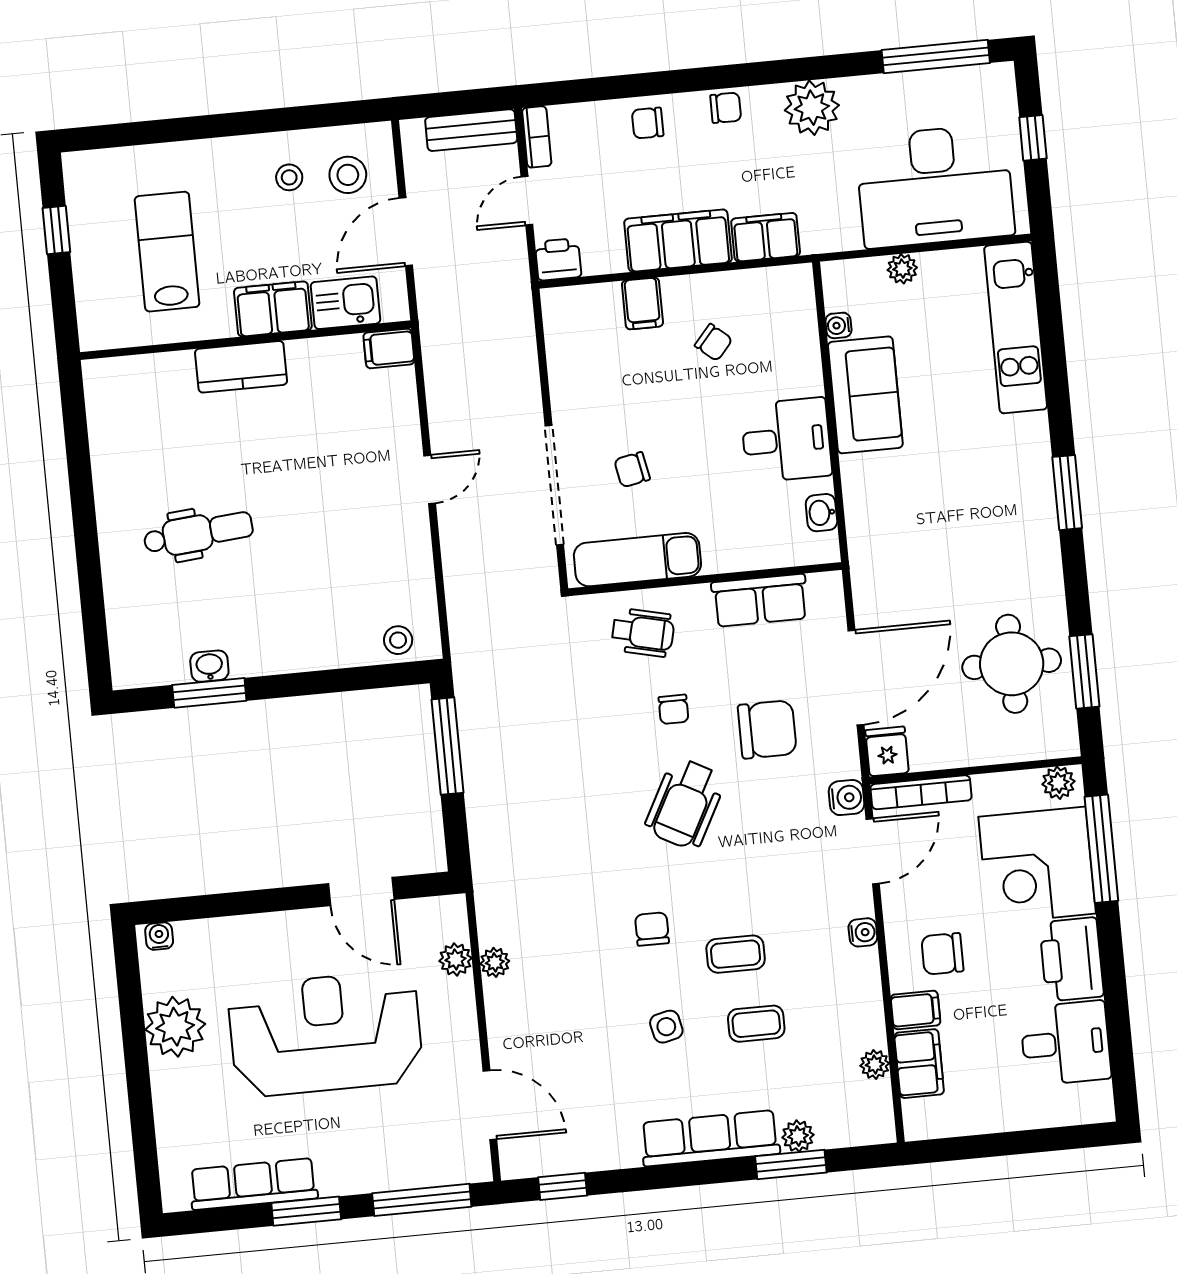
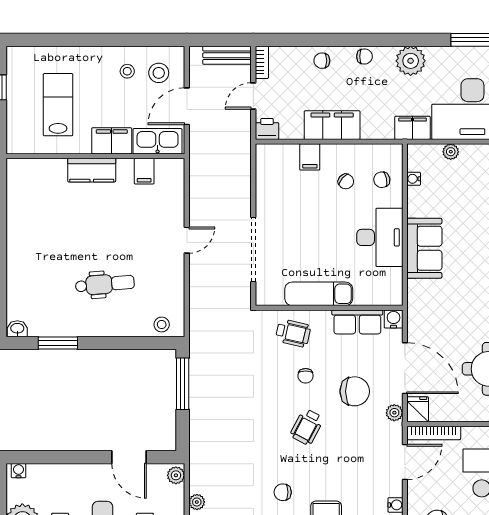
filing cabinet: (766, 237) -> (413, 128), moved
kitchen sink: (346, 303) -> (158, 141), width x1.38
filing cabinet: (389, 348) -> (144, 171), moved, turned -90
sofa: (865, 395) -> (424, 248), moved
desk: (786, 440) -> (380, 237), width x1.37
chair: (632, 470) -> (382, 180), moved
washbasin: (821, 513) -> (395, 278), removed
dental chair: (198, 533) -> (105, 284), moved
exam couch: (637, 560) -> (319, 294), moved
washbasin: (209, 666) -> (17, 329), moved
door: (856, 678) -> (405, 368), hinge flipped
plant: (845, 762) -> (394, 413), added
water cooler: (847, 798) -> (394, 319), moved, turned -90
wheelchair: (685, 804) -> (307, 427), width x0.73, depth x0.73
chair: (652, 929) -> (283, 492), turned -90
plant: (455, 959) -> (176, 475), moved

